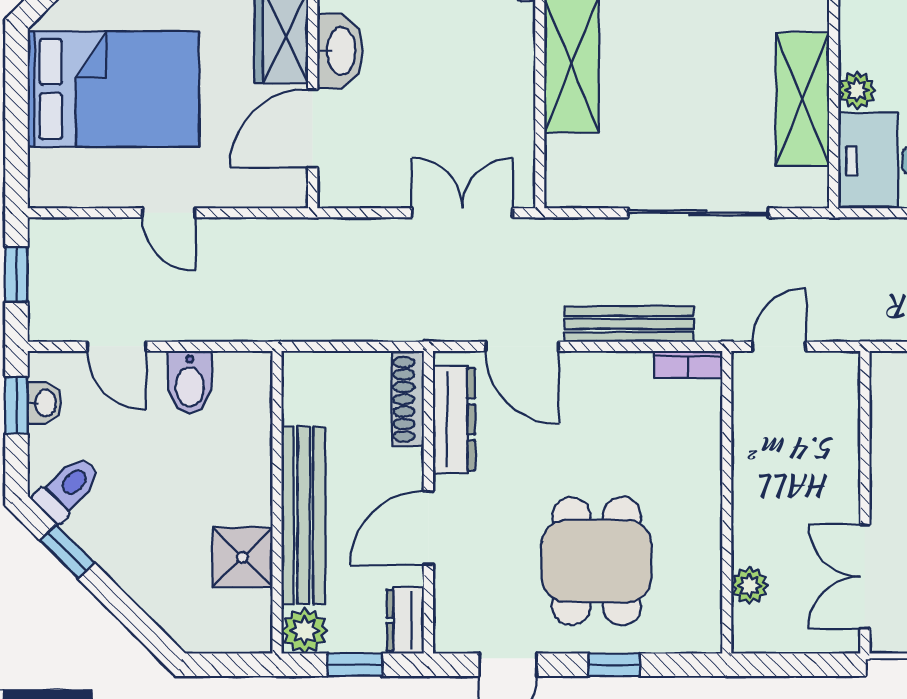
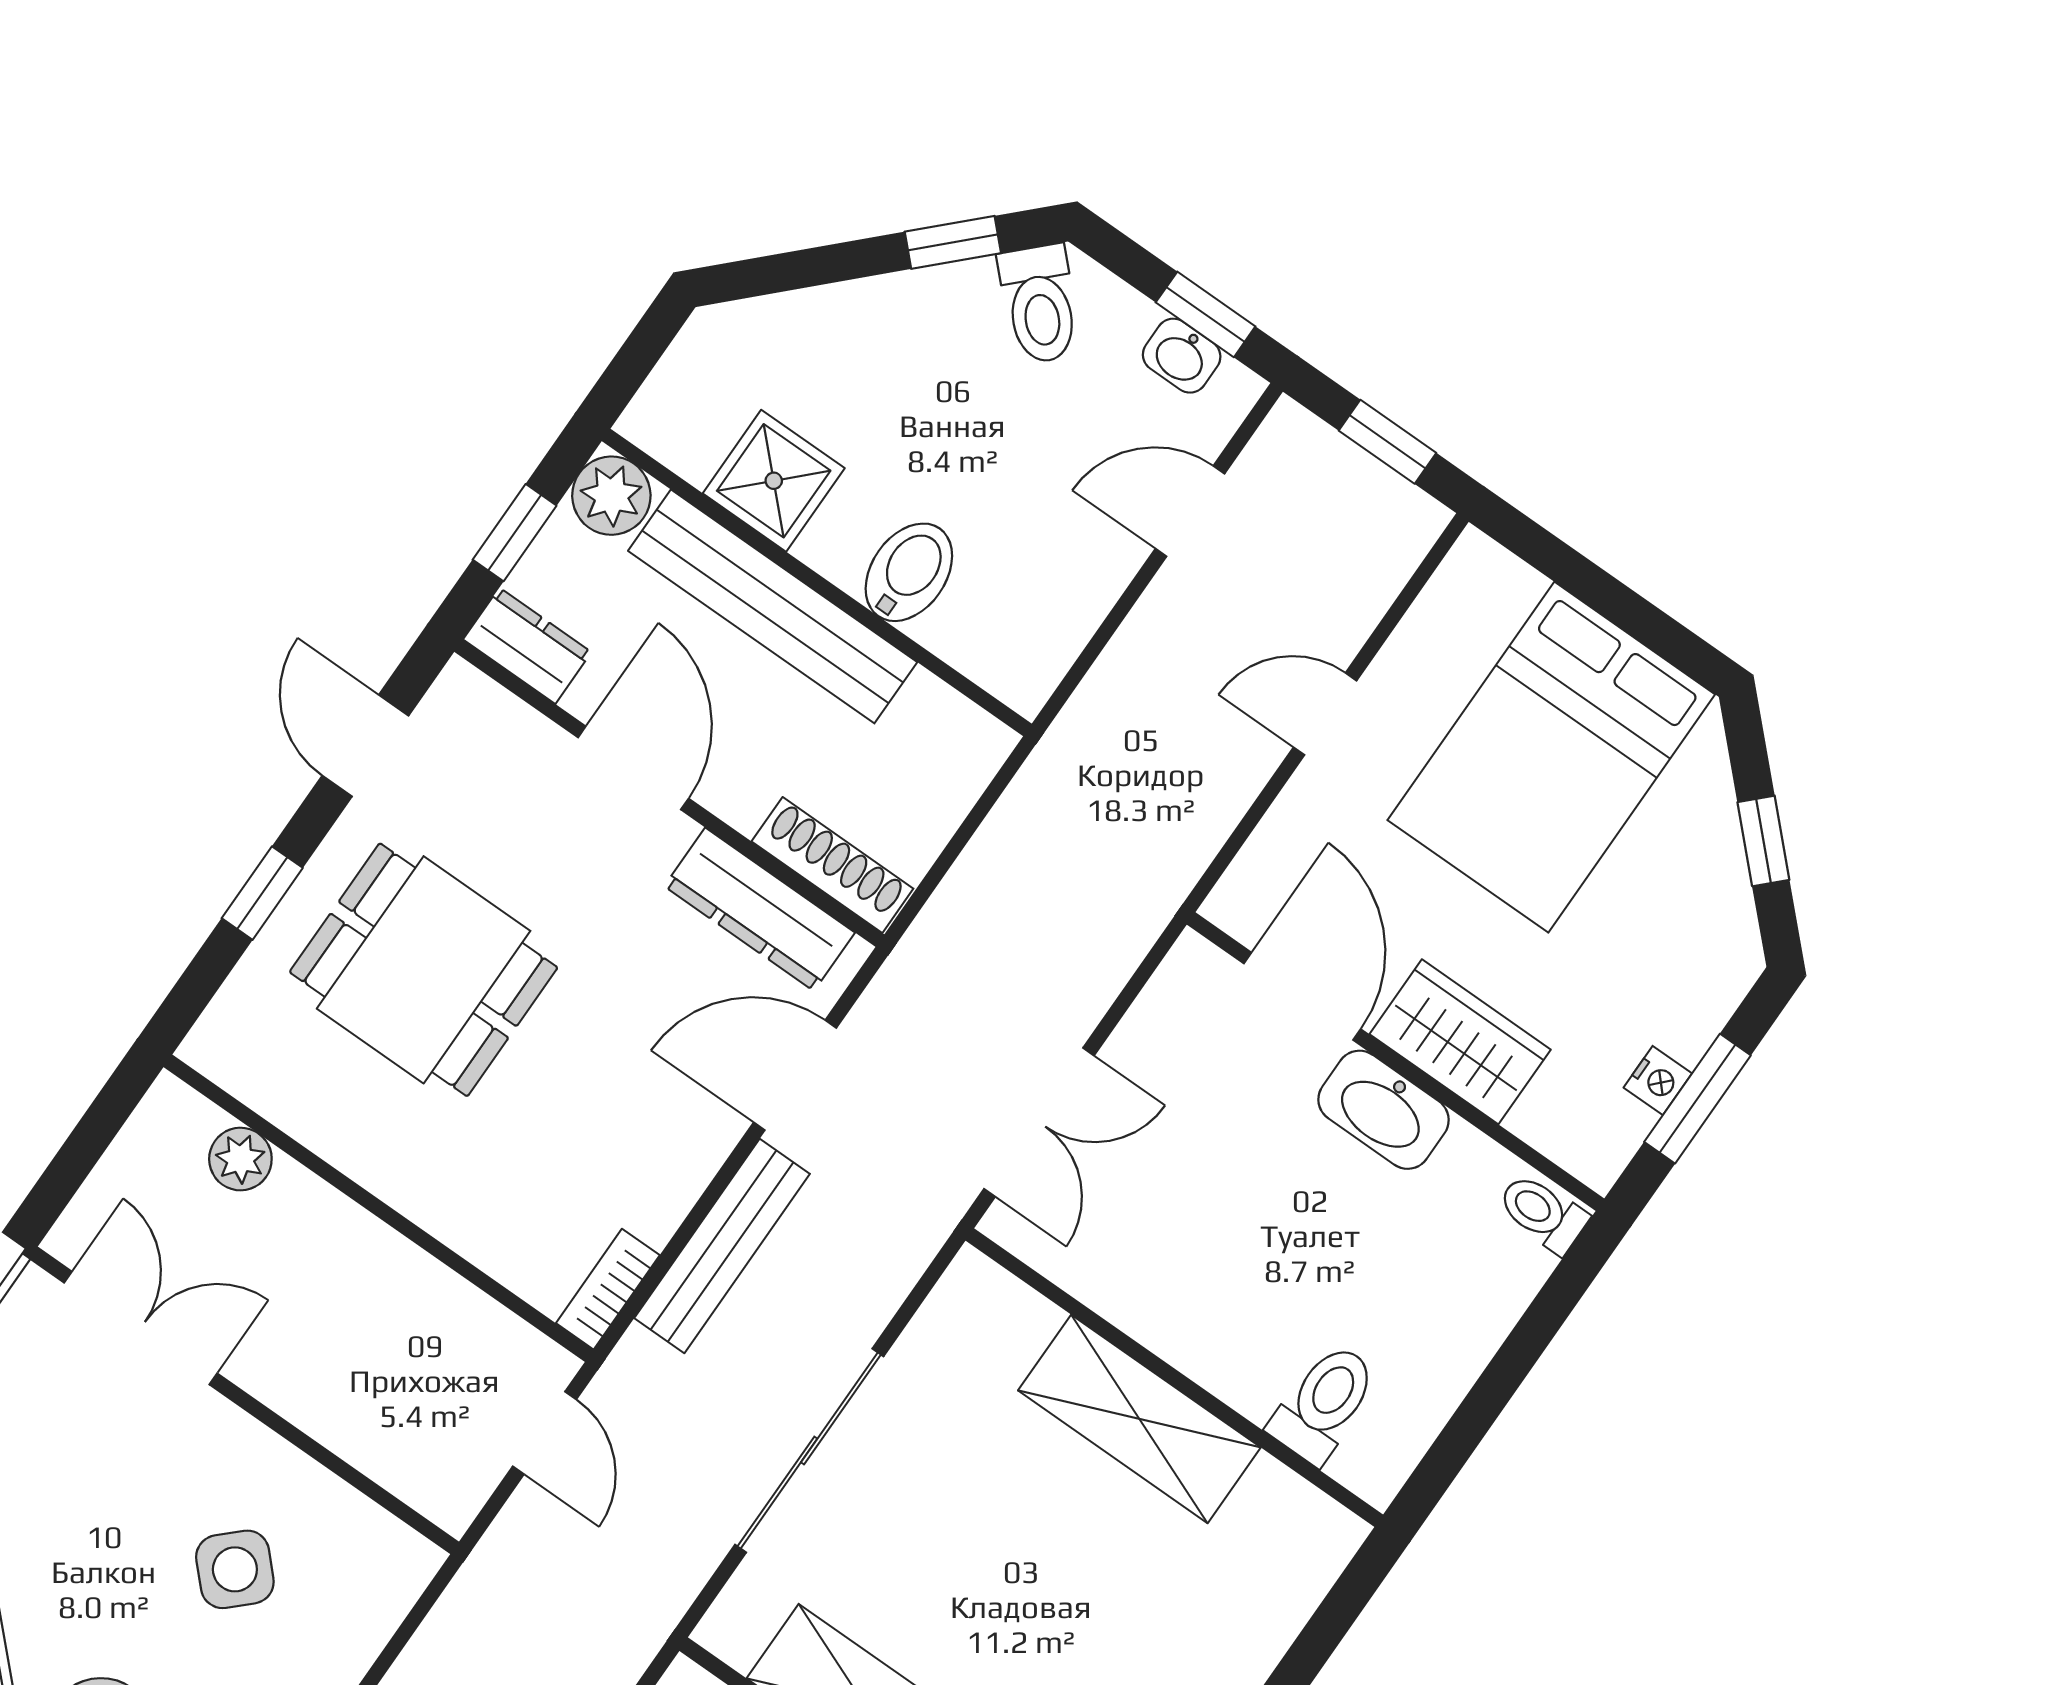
bidet: (190, 382) -> (909, 572), moved, turned 90

